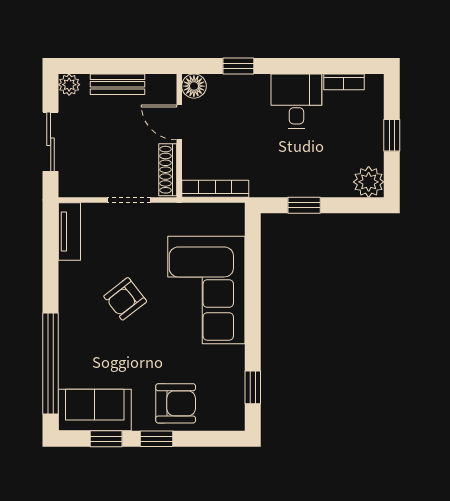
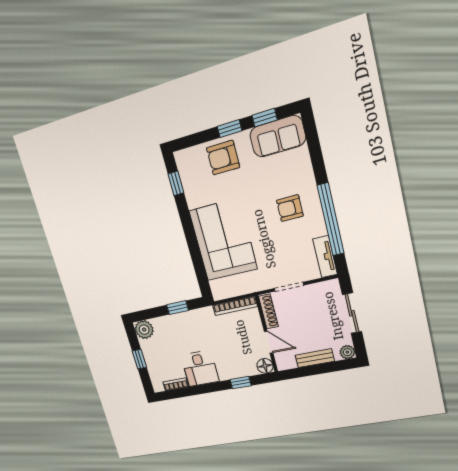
armchair: (125, 299) -> (290, 208), moved, turned -142
window: (51, 364) -> (331, 219), moved

